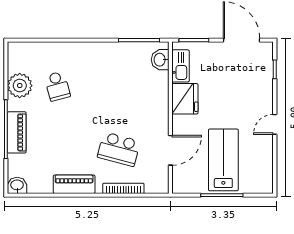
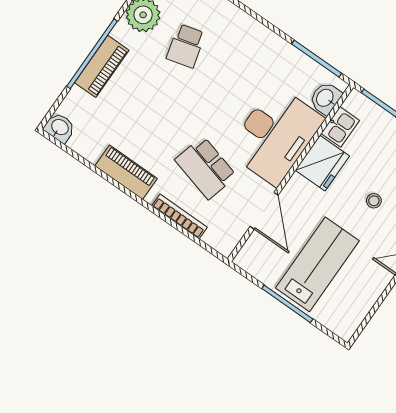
kitchen sink: (180, 66) -> (340, 127), width x0.73
stool: (230, 100) -> (374, 201), added
desk: (146, 102) -> (275, 135), added
door: (170, 150) -> (264, 211), hinge flipped

